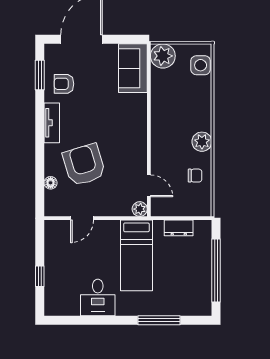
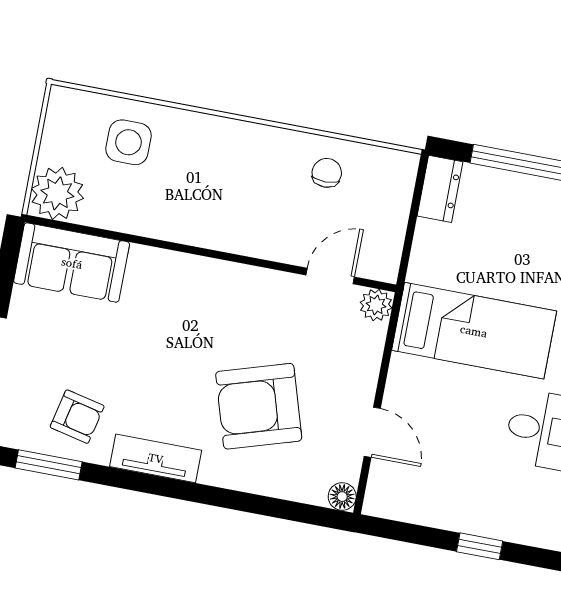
side table: (201, 65) -> (128, 142), moved
armchair: (64, 84) -> (77, 417), turned -77
plant: (202, 142) -> (257, 144), removed
floor lamp: (51, 183) -> (342, 497), moved
dresser: (179, 228) -> (440, 189), moved

